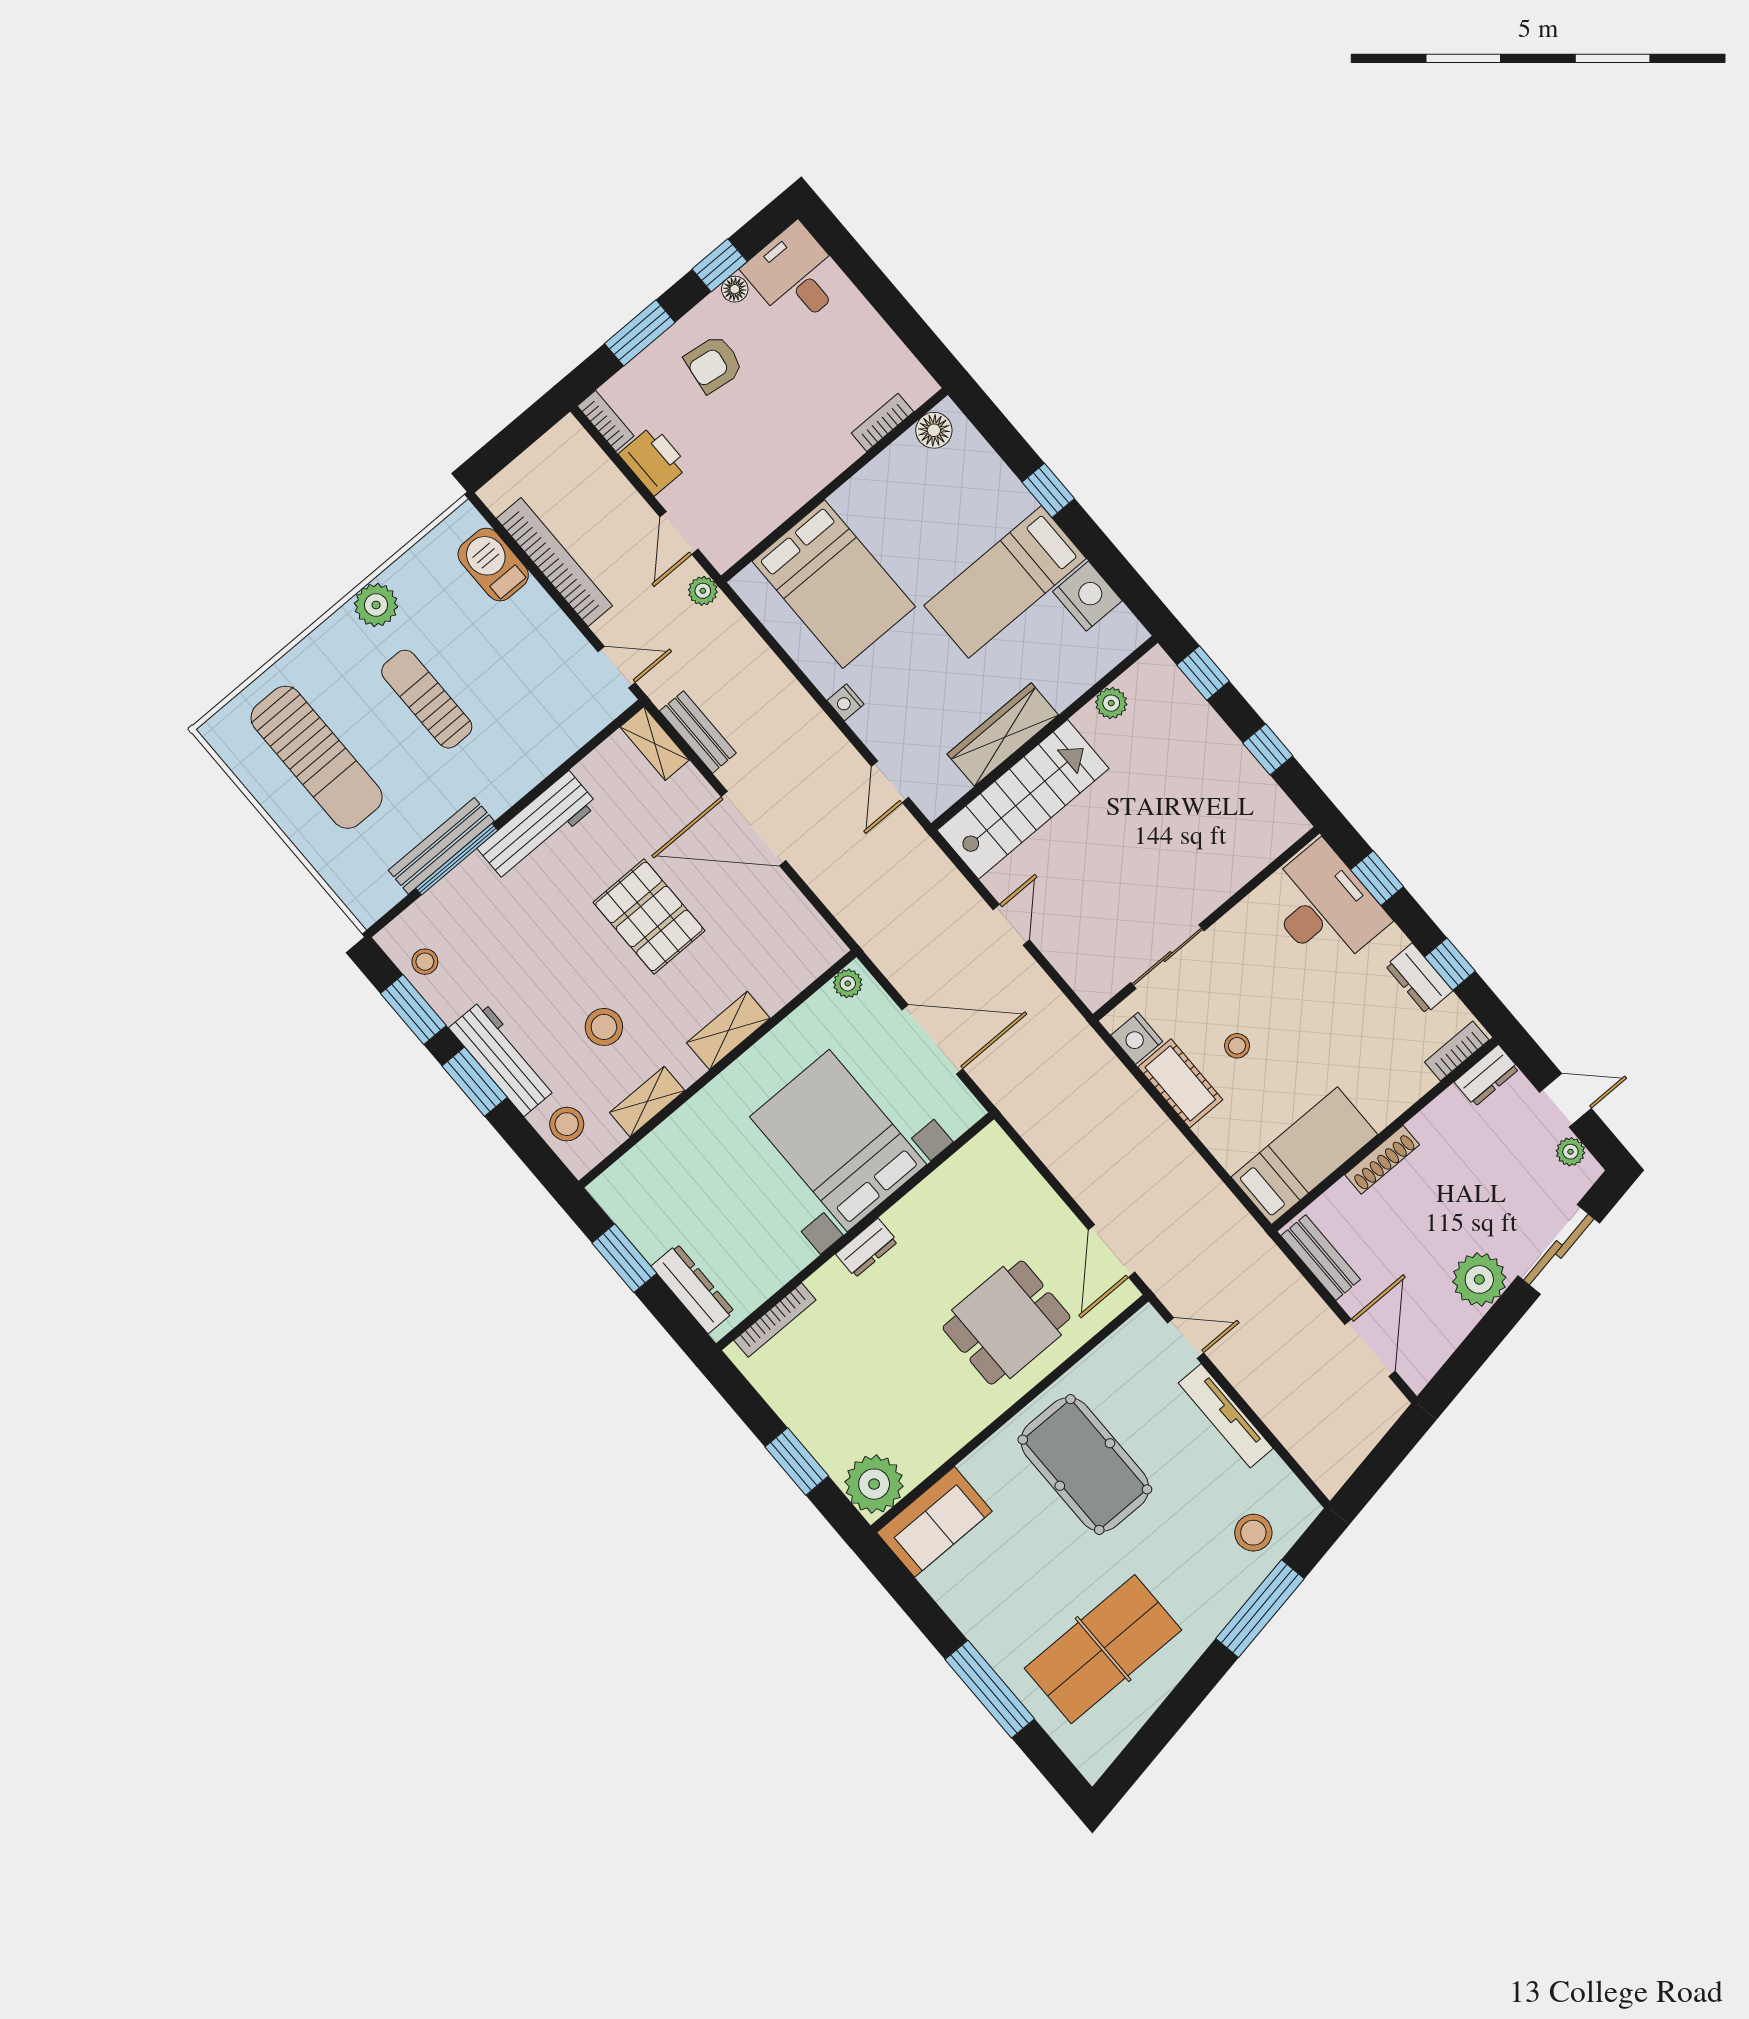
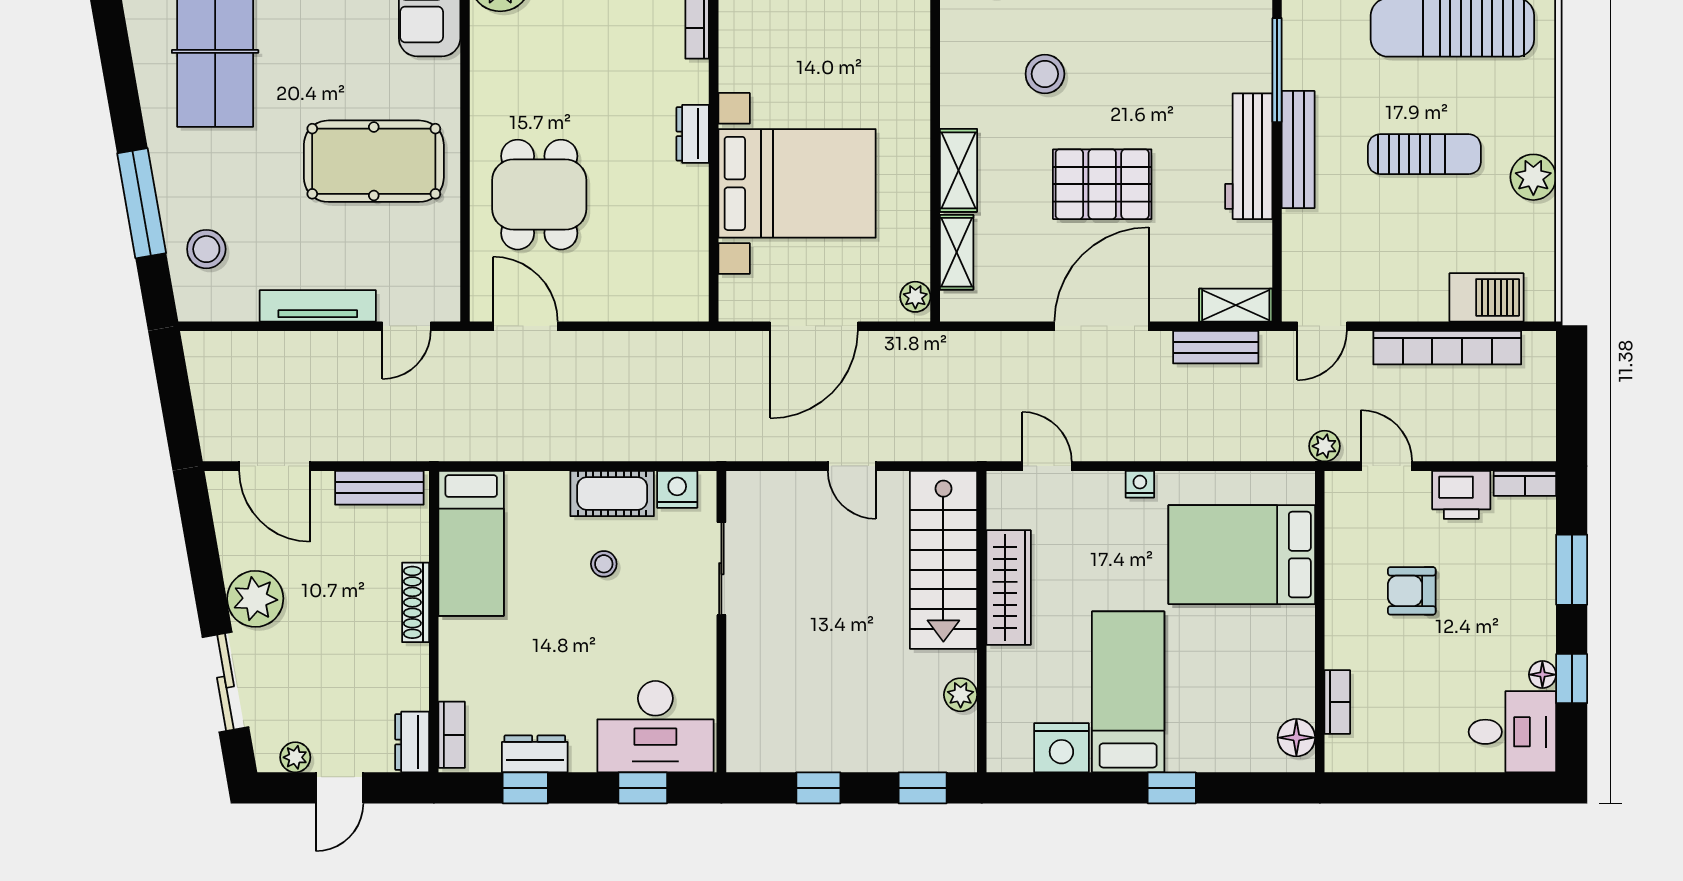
armchair: (714, 364) -> (1412, 591), moved, turned -98
bench: (441, 846) -> (1298, 150), moved
shelving: (647, 1102) -> (957, 252), moved

